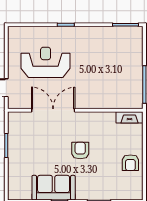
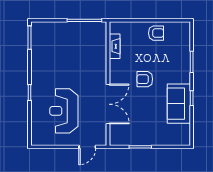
double door: (53, 110) -> (108, 104), swing flipped
fireplace: (130, 117) -> (115, 46), moved

